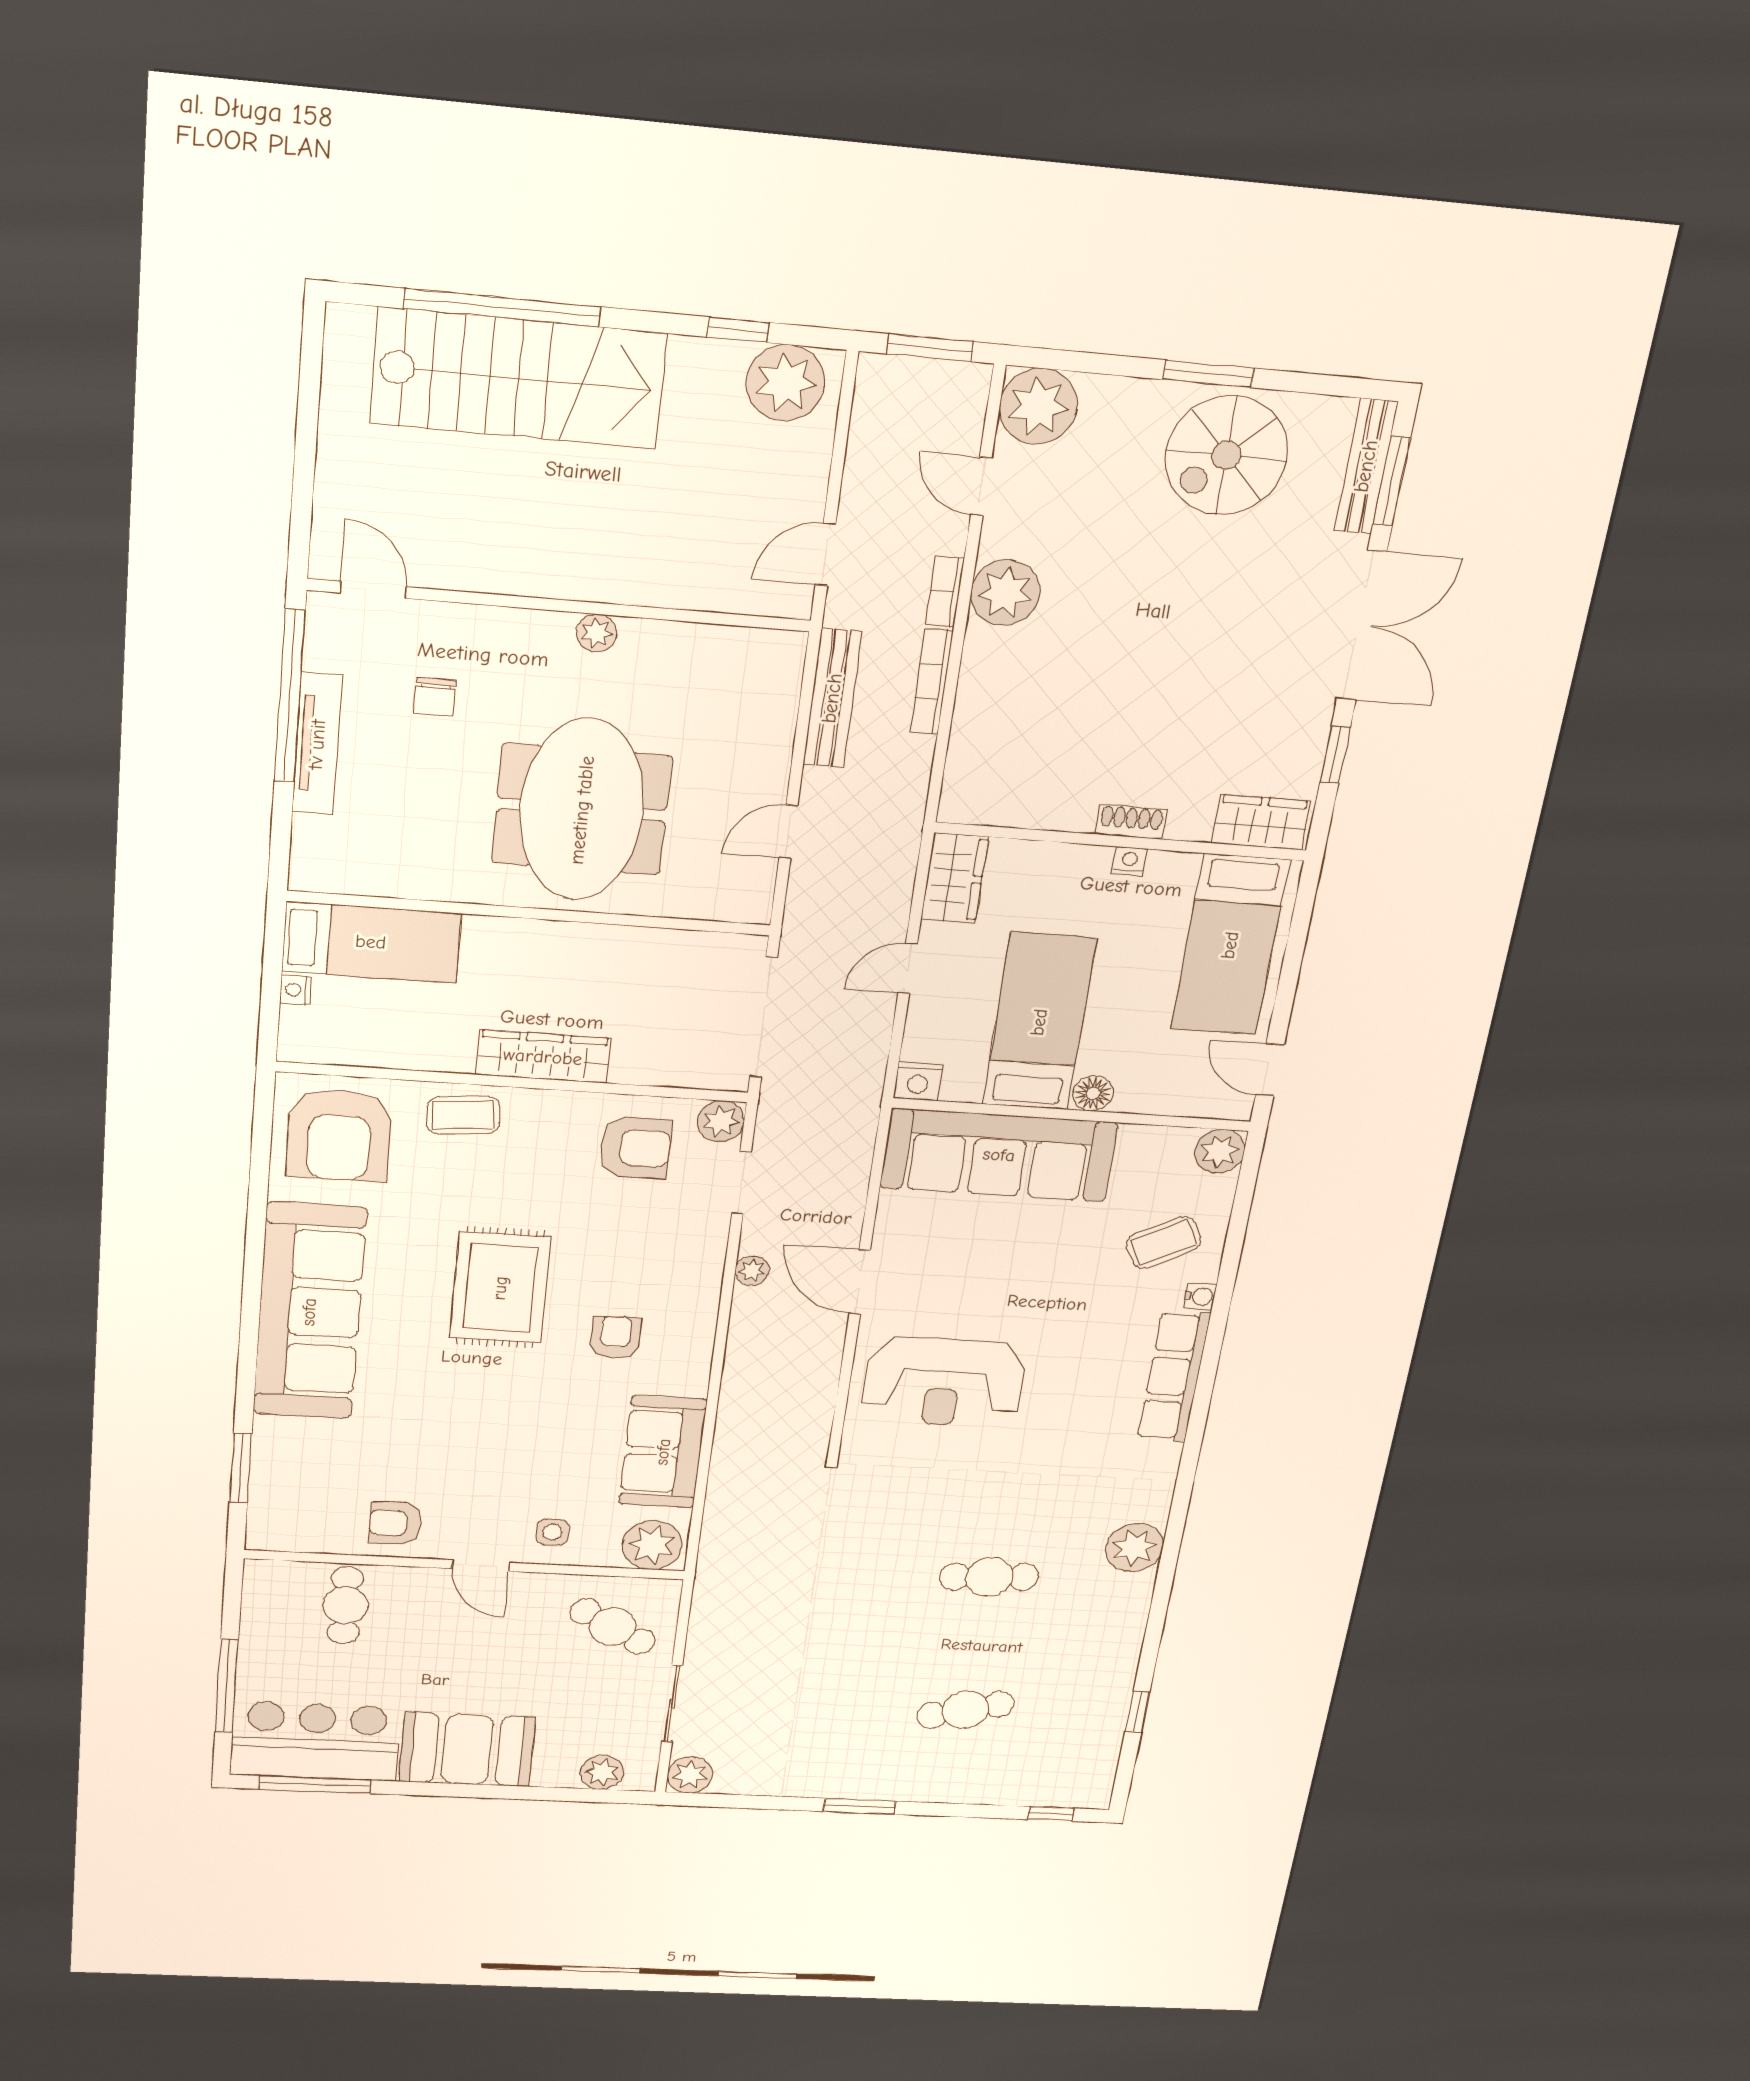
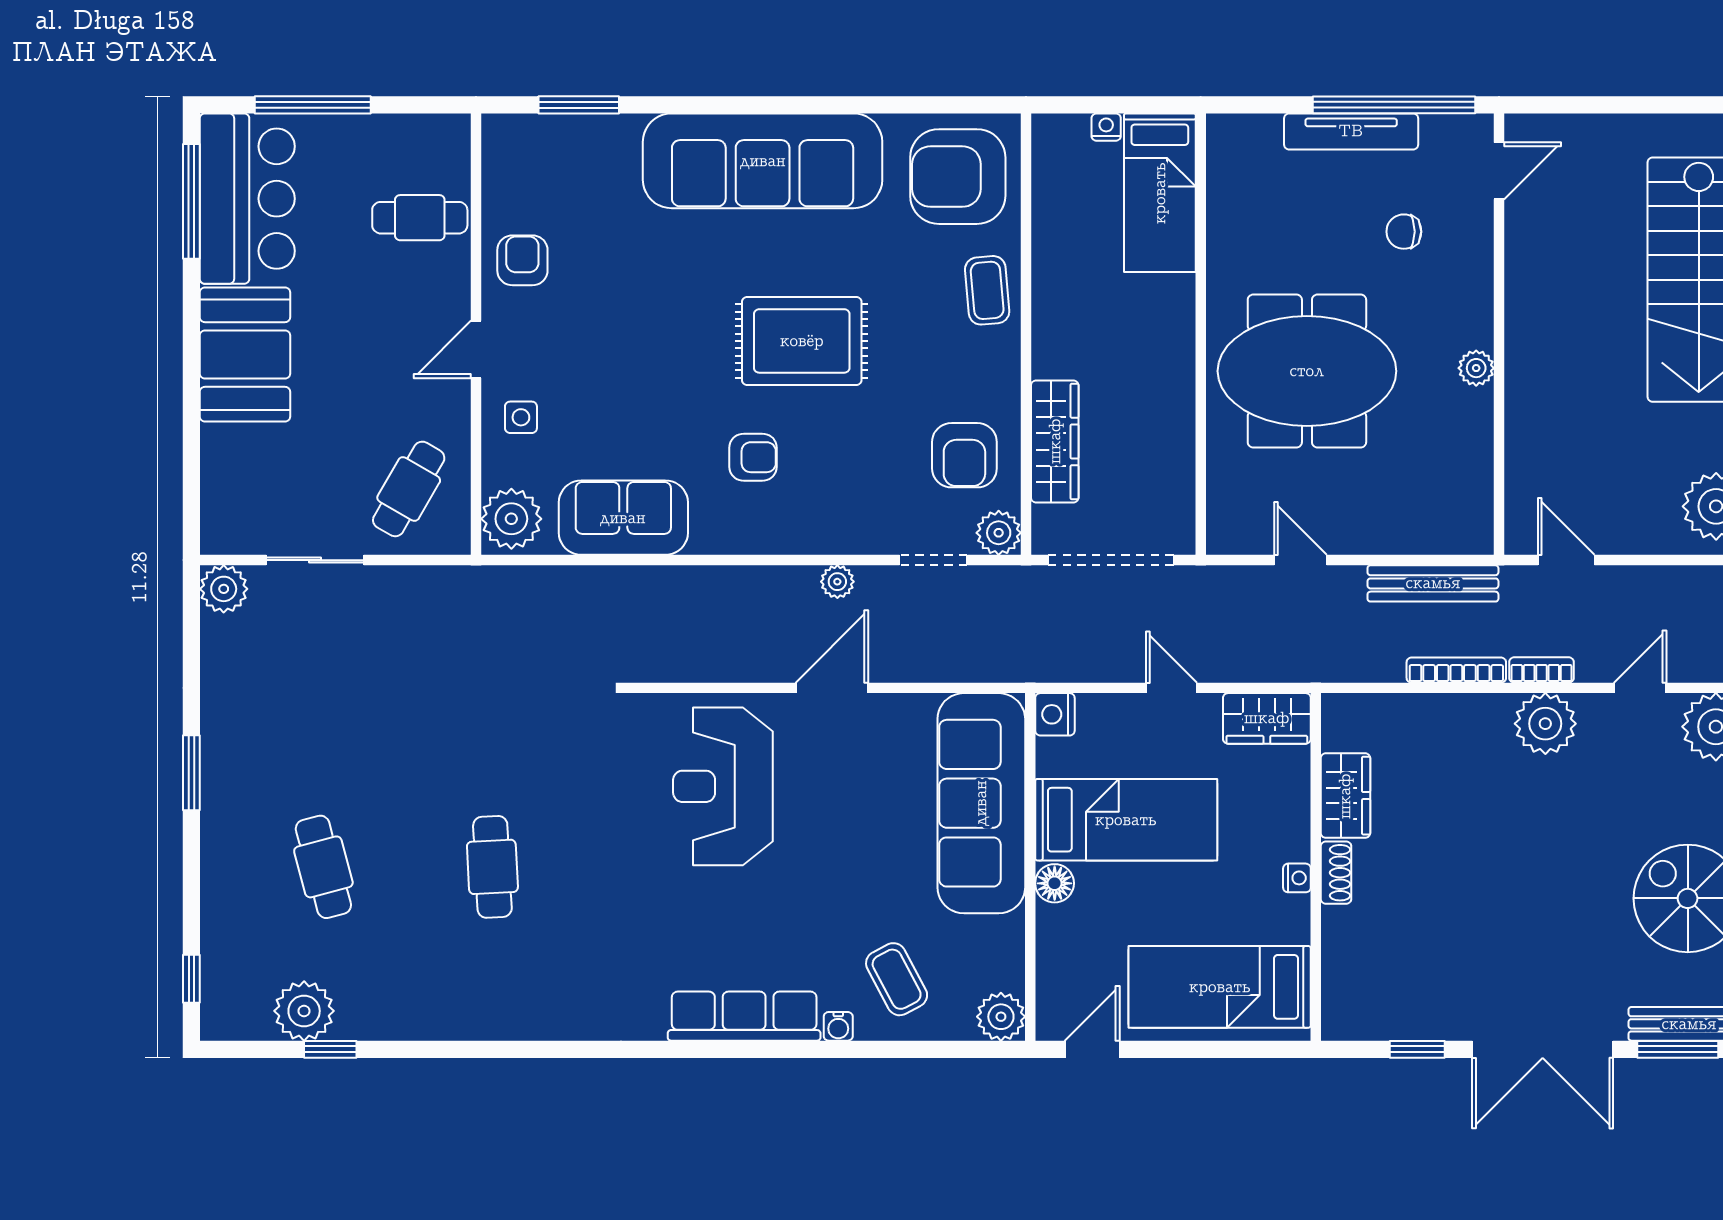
wardrobe: (1261, 822) -> (1345, 796), moved
wardrobe: (543, 1057) -> (1055, 441), moved
plant: (1134, 1548) -> (304, 1011), moved
plant: (602, 1772) -> (222, 496), removed

